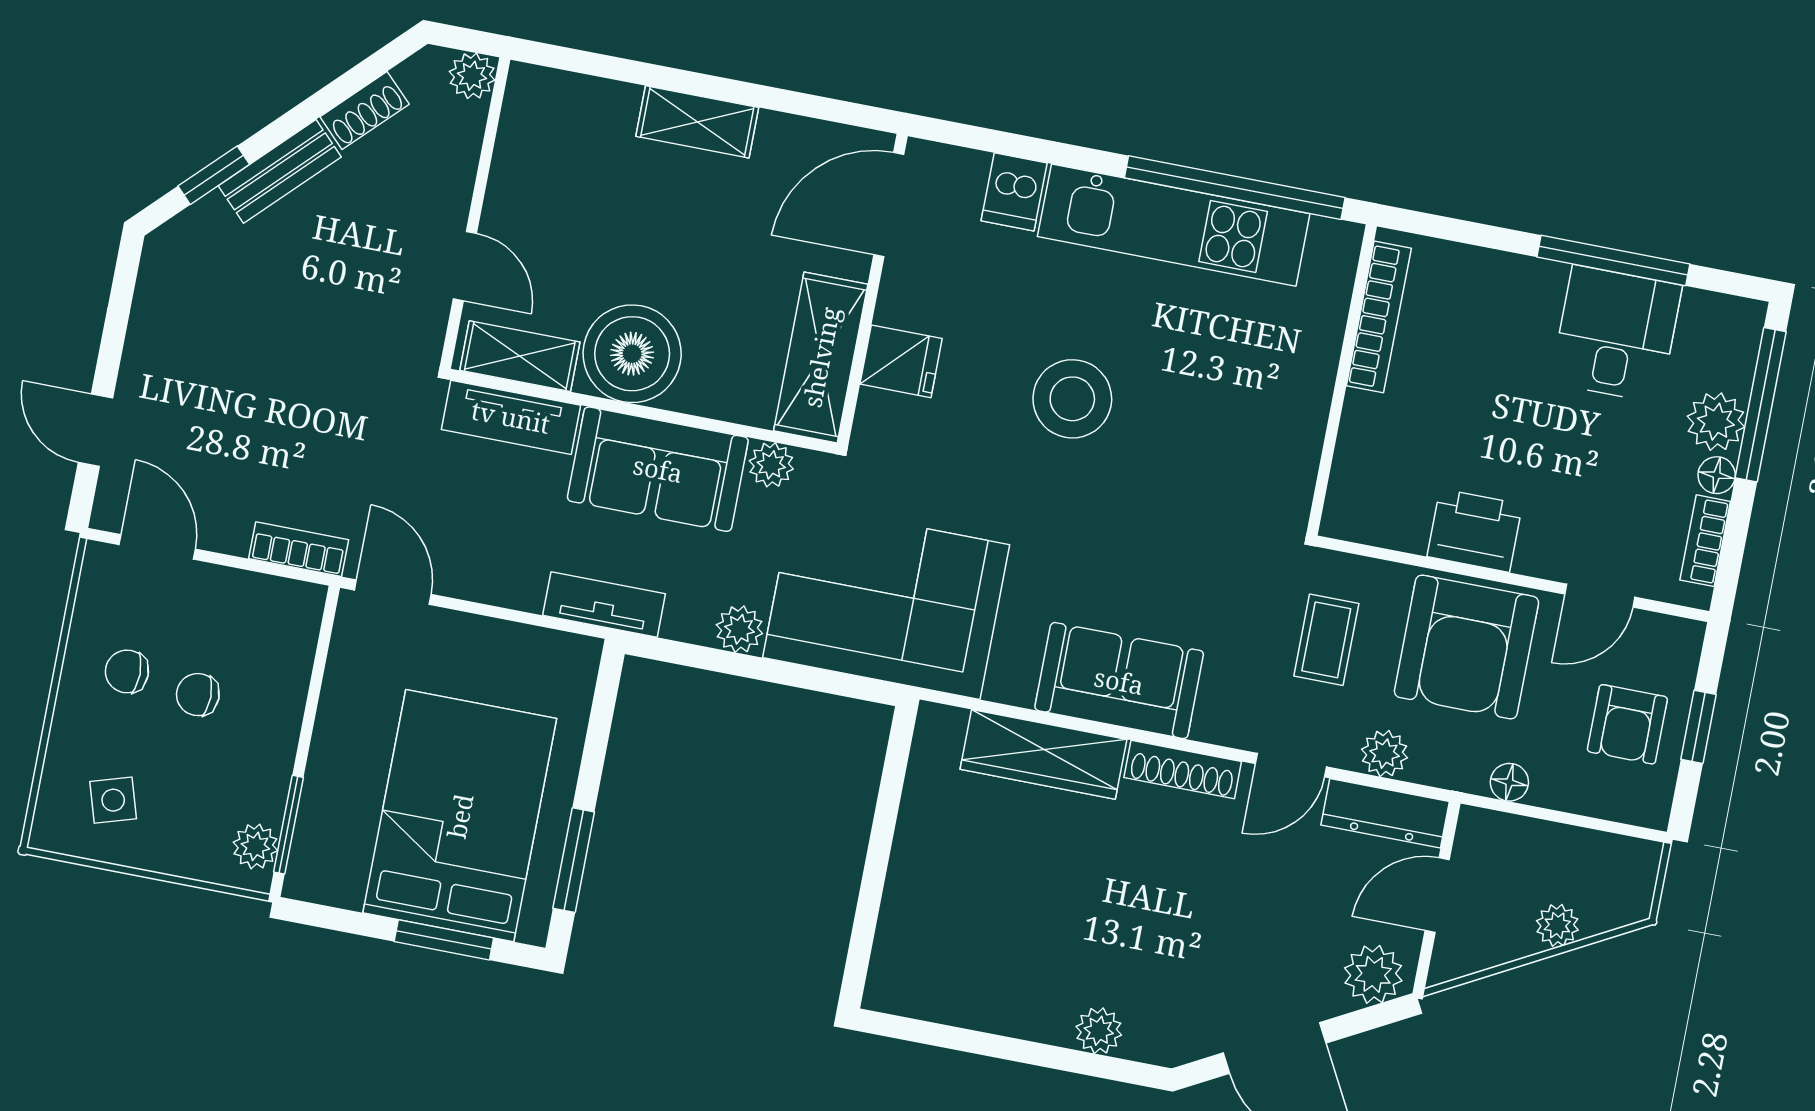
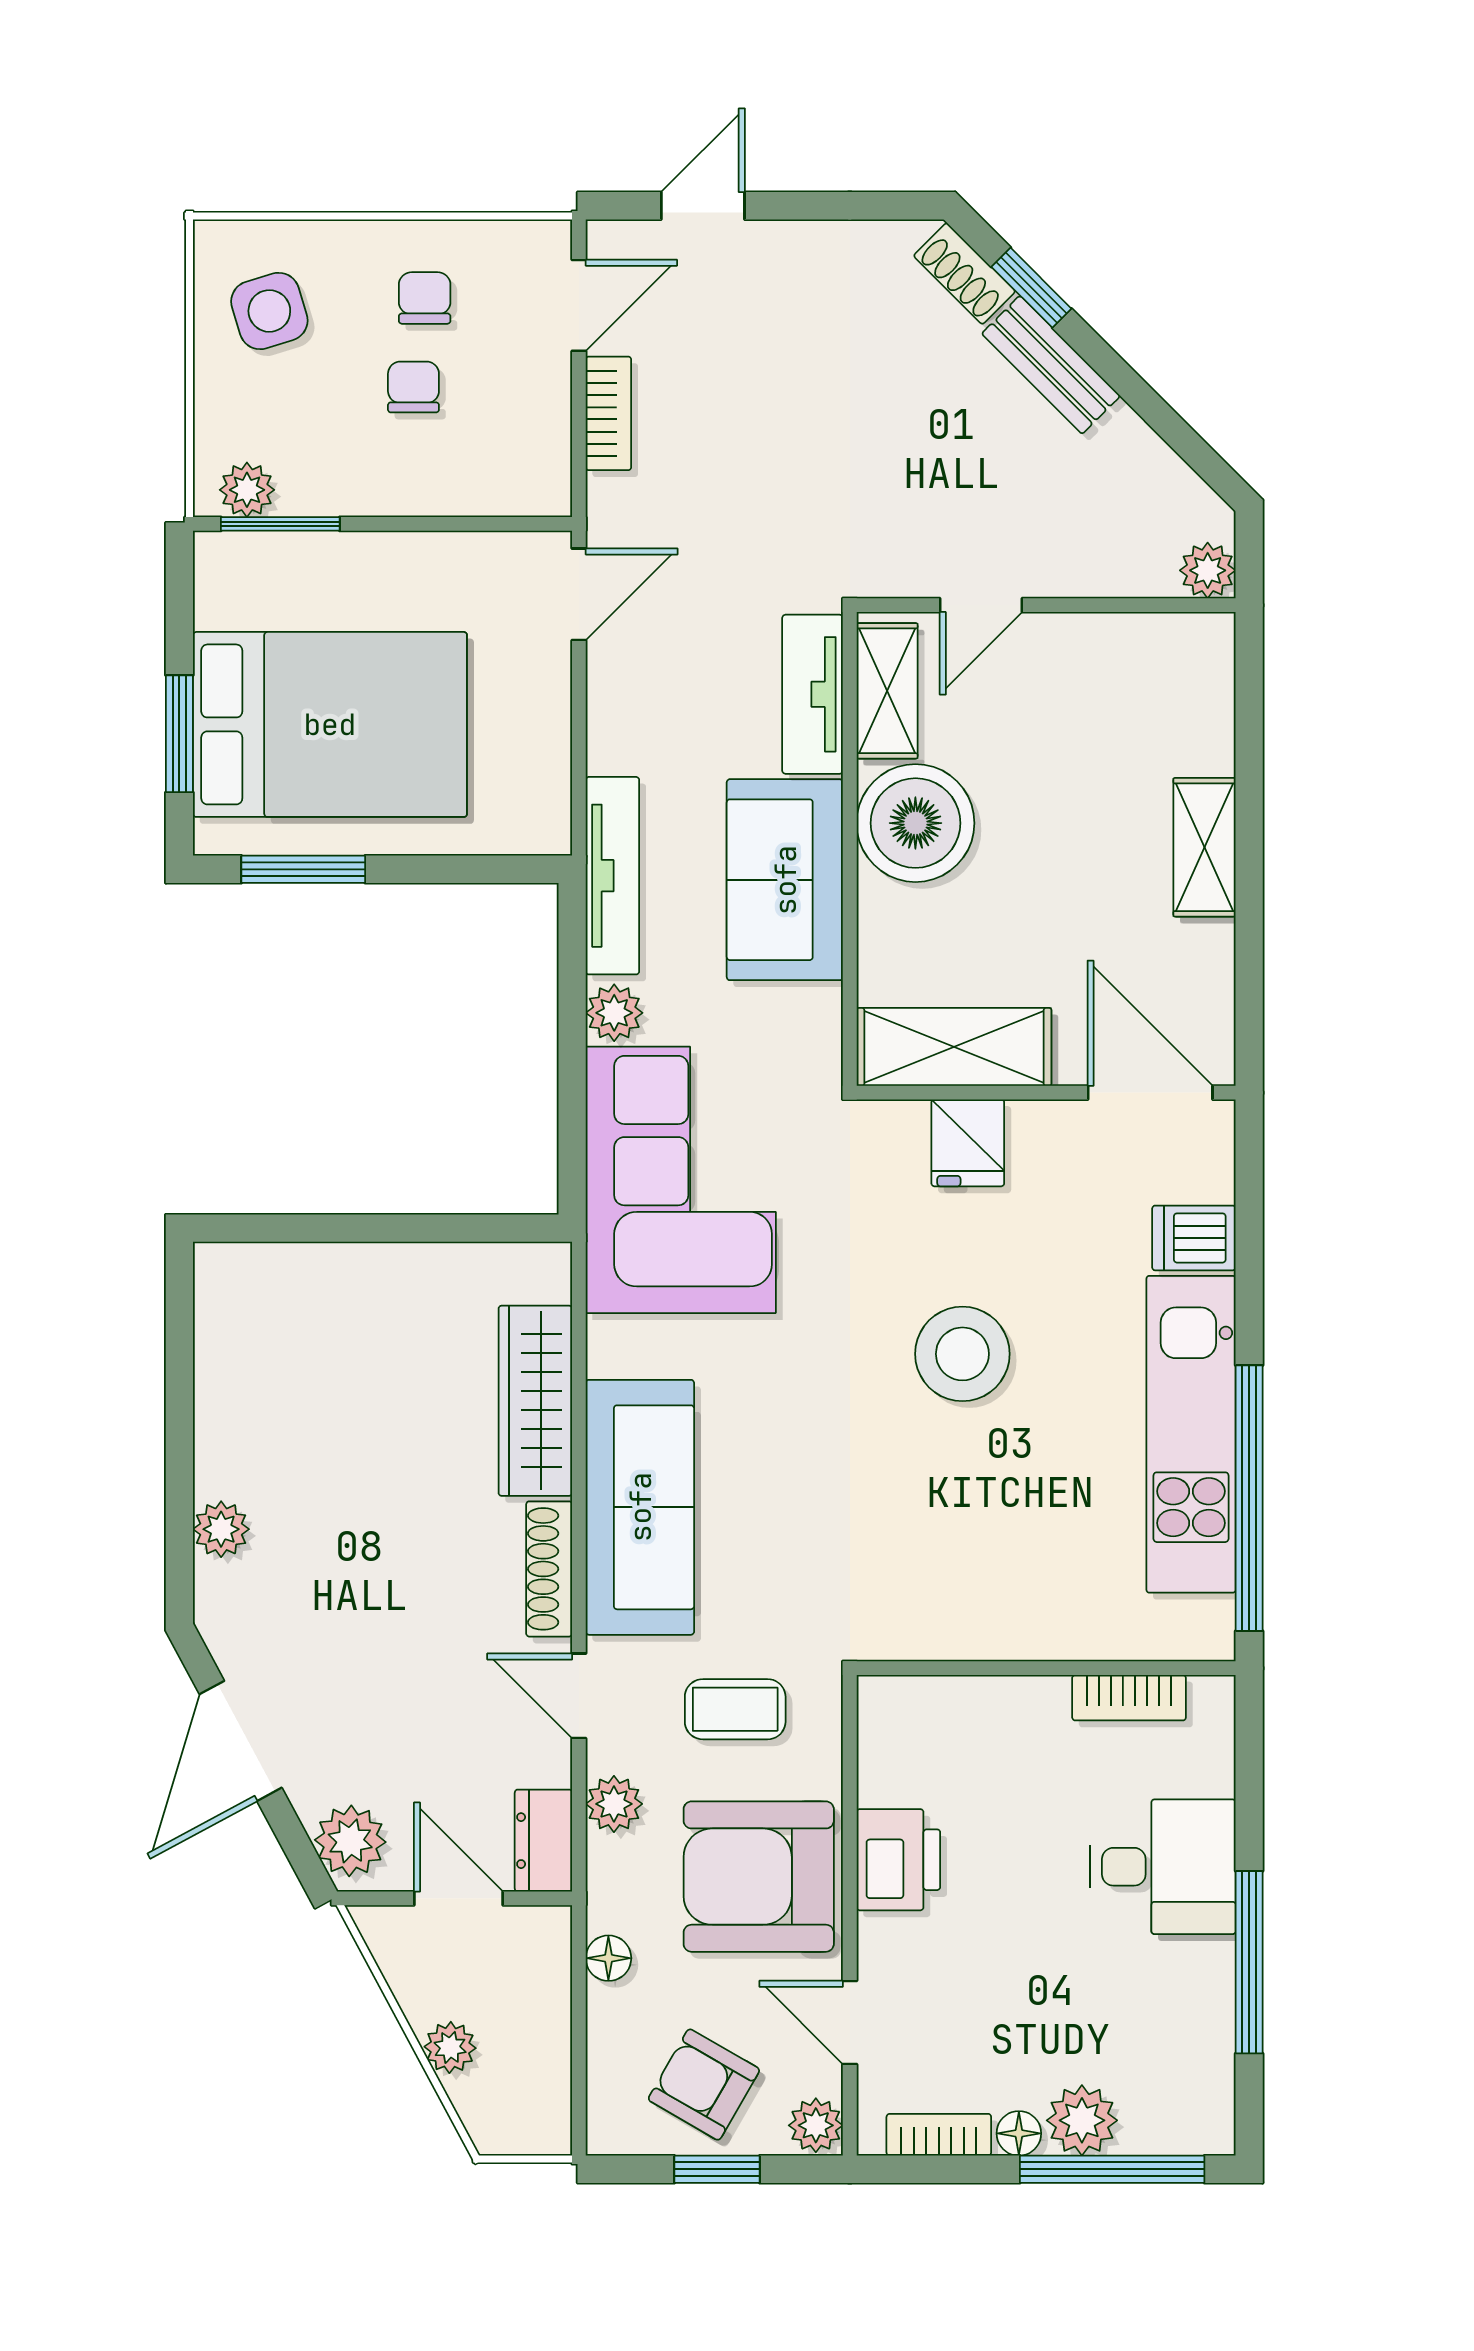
shoe rack: (365, 110) -> (964, 274), moved
bookcase: (1379, 317) -> (1129, 1698), width x0.64
desk: (1616, 334) -> (1163, 1867), moved
plant: (771, 465) -> (816, 2125), moved
bookcase: (299, 549) -> (608, 413), moved
tv unit: (604, 605) -> (612, 876), width x1.41
sofa: (1119, 681) -> (640, 1507), width x1.36
armchair: (1627, 724) -> (704, 2085), turned 30
side table: (113, 800) -> (269, 311), width x1.37, depth x1.37
dresser: (1385, 813) -> (543, 1841), width x0.70

